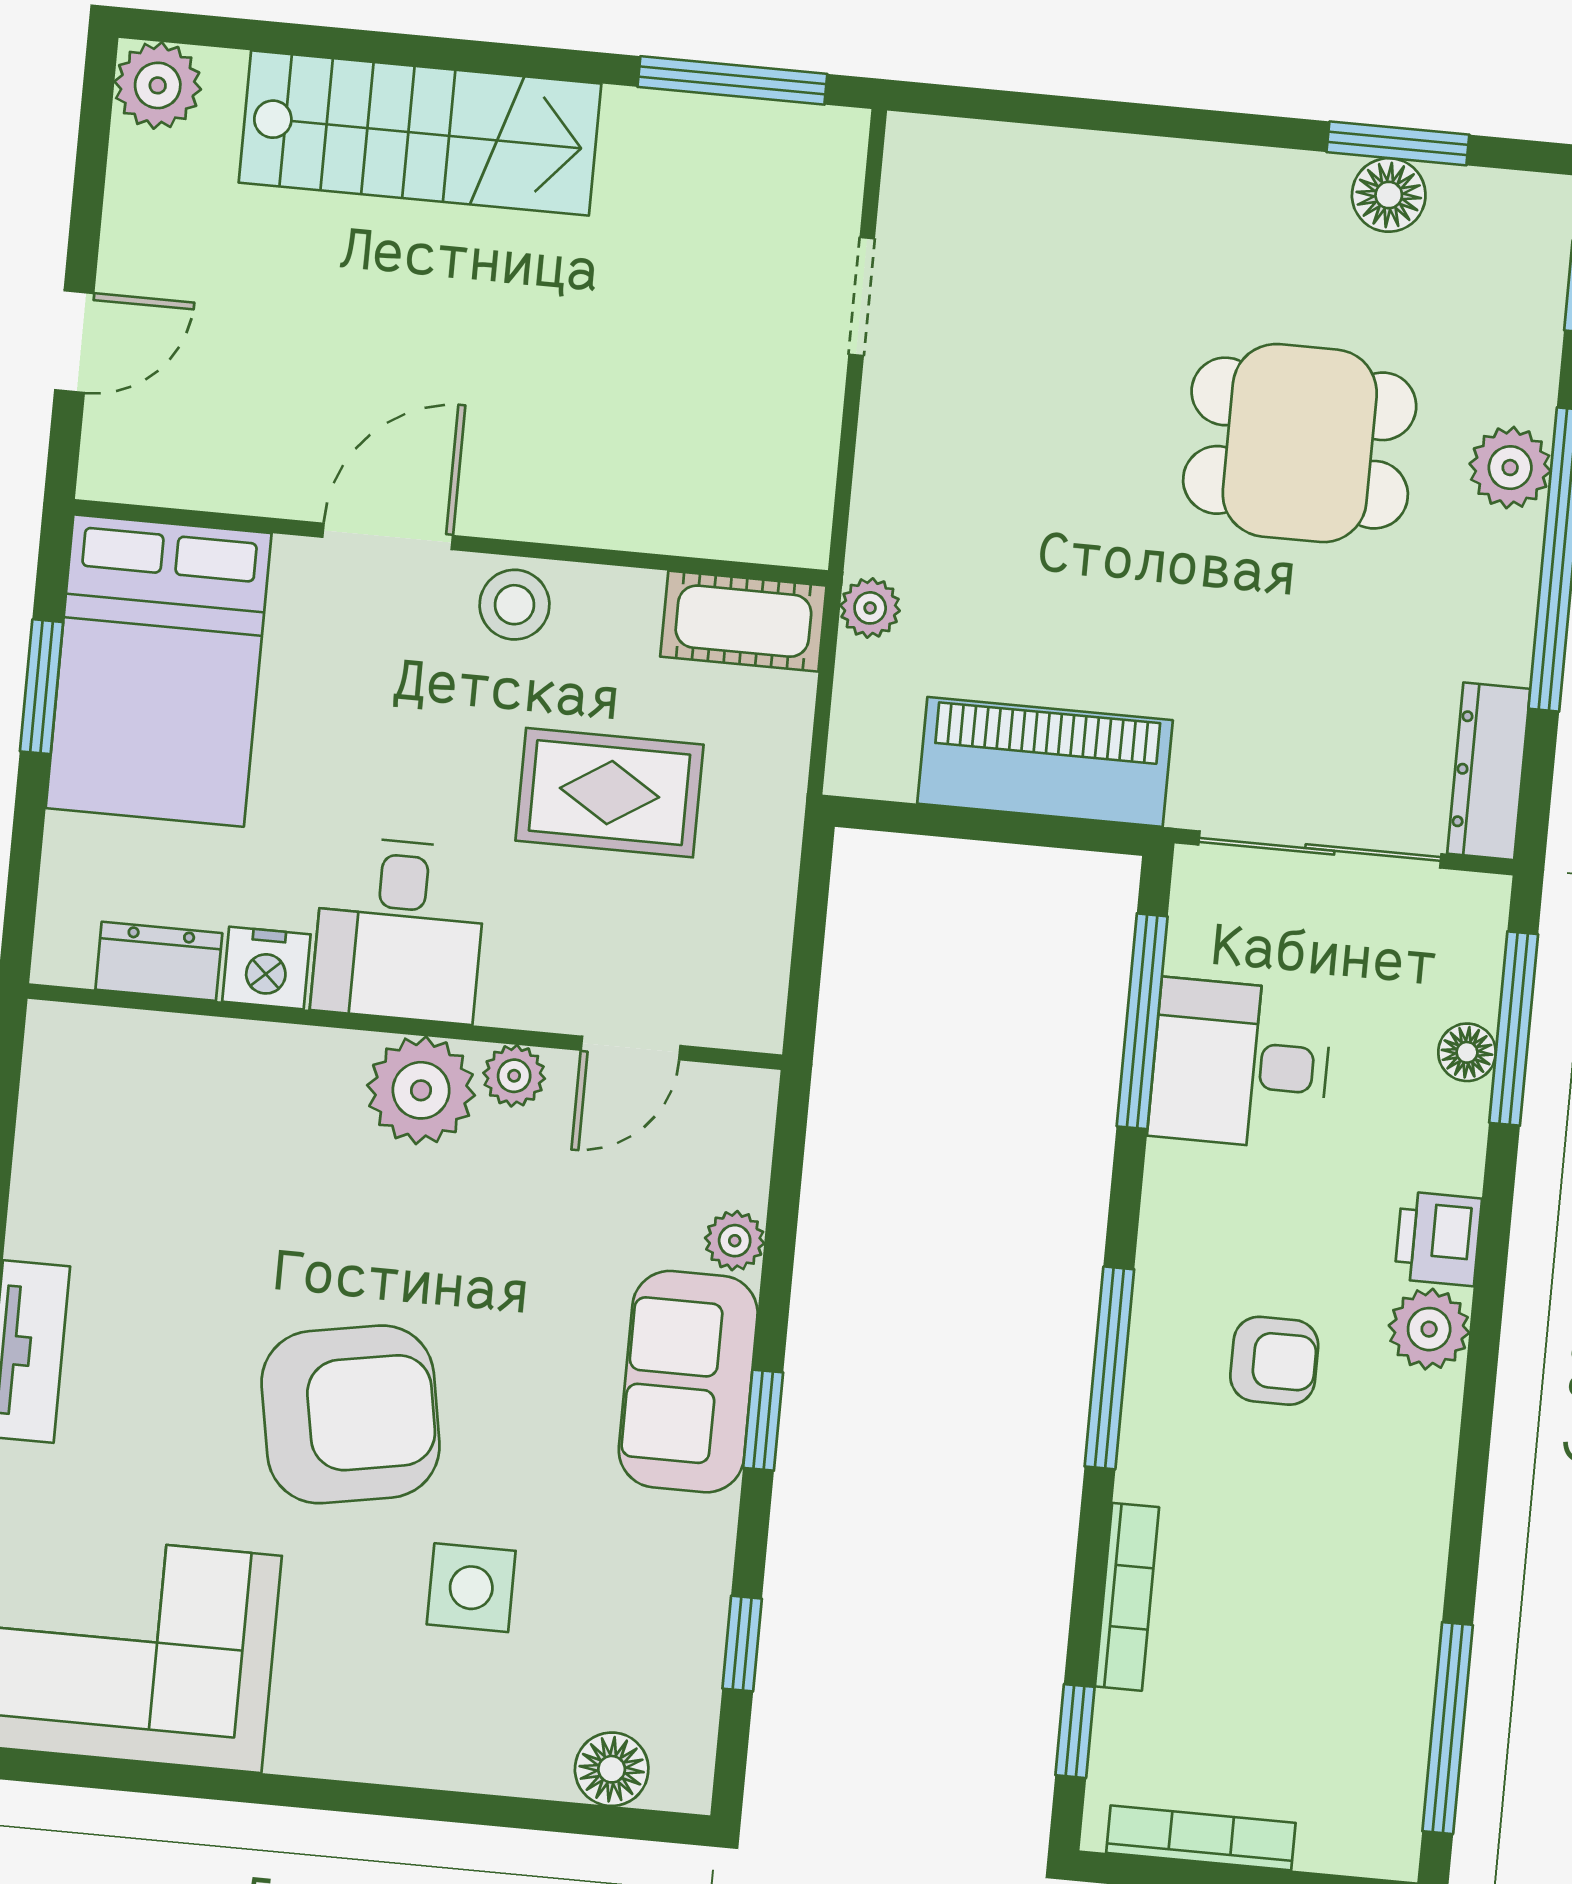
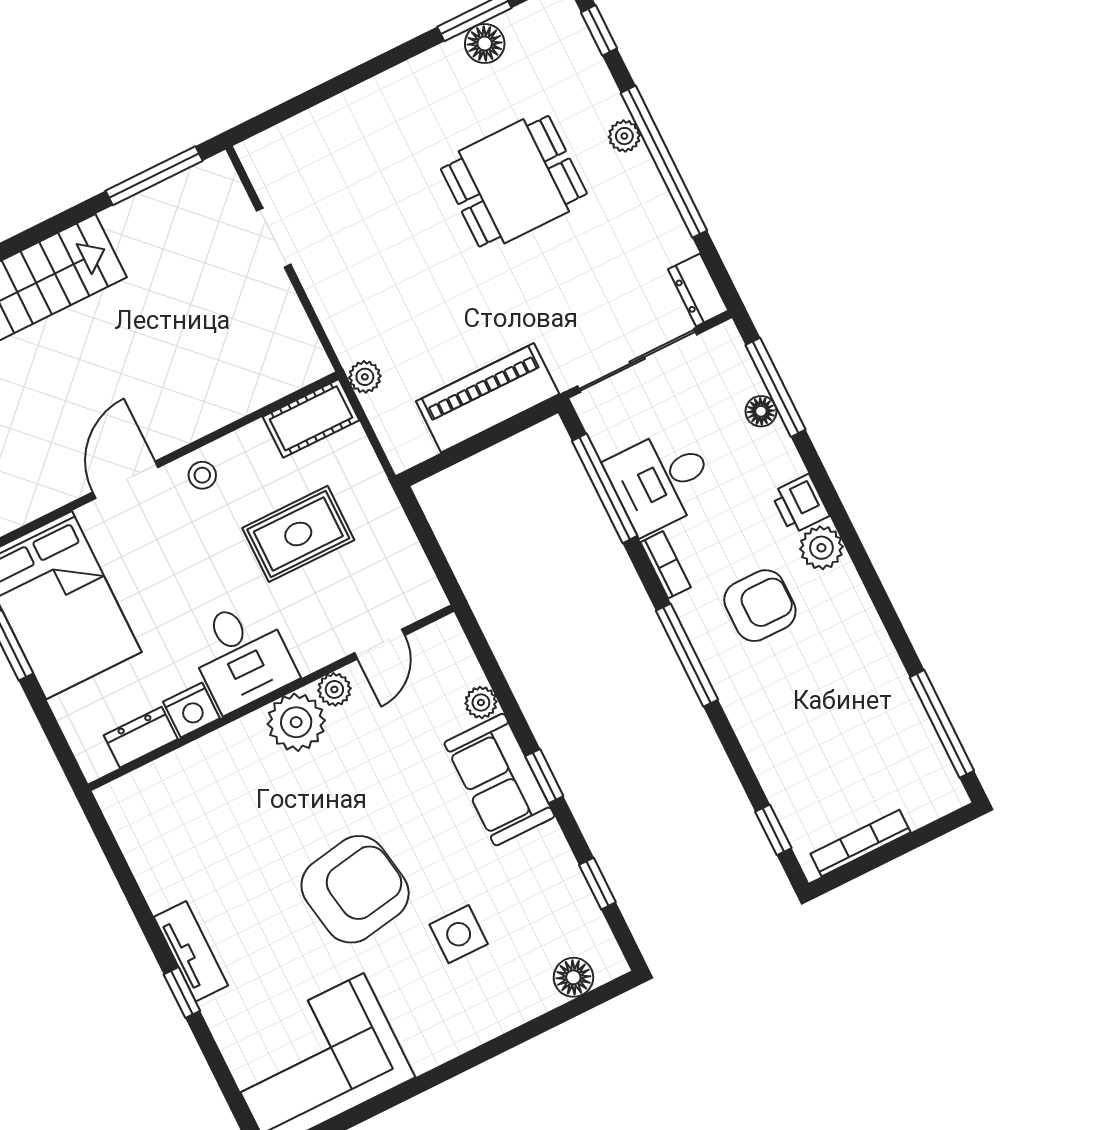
plant: (1510, 468) -> (624, 136), width x0.73, depth x0.73
stool: (514, 605) -> (202, 475), width x0.73, depth x0.73
dresser: (1489, 771) -> (698, 290), width x0.70
armchair: (1274, 1361) -> (760, 606), width x1.38, depth x1.38
bookcase: (1127, 1597) -> (666, 565), moved, width x0.64

